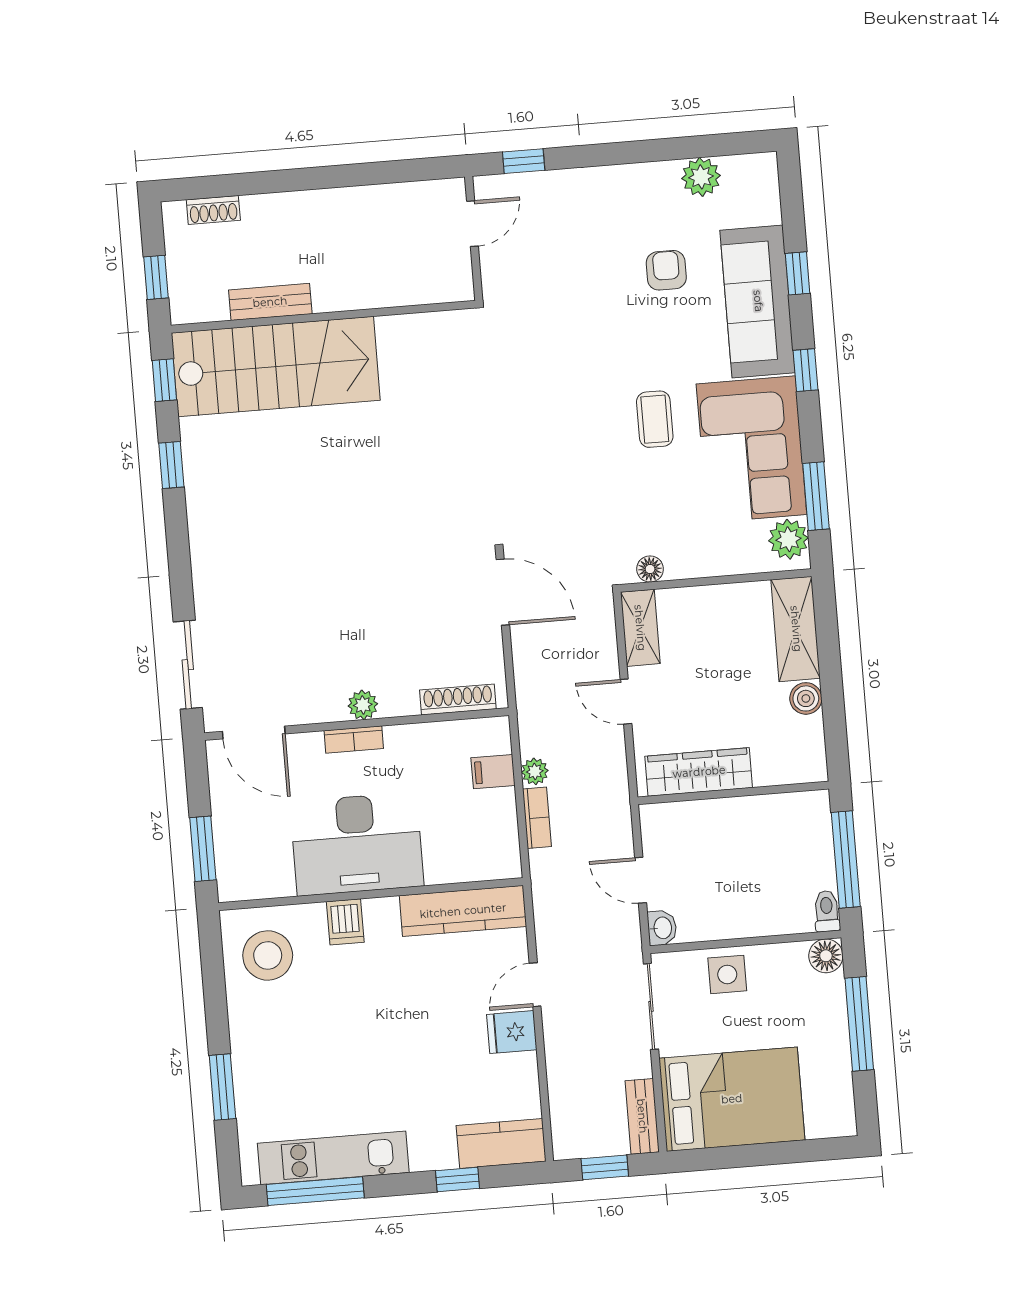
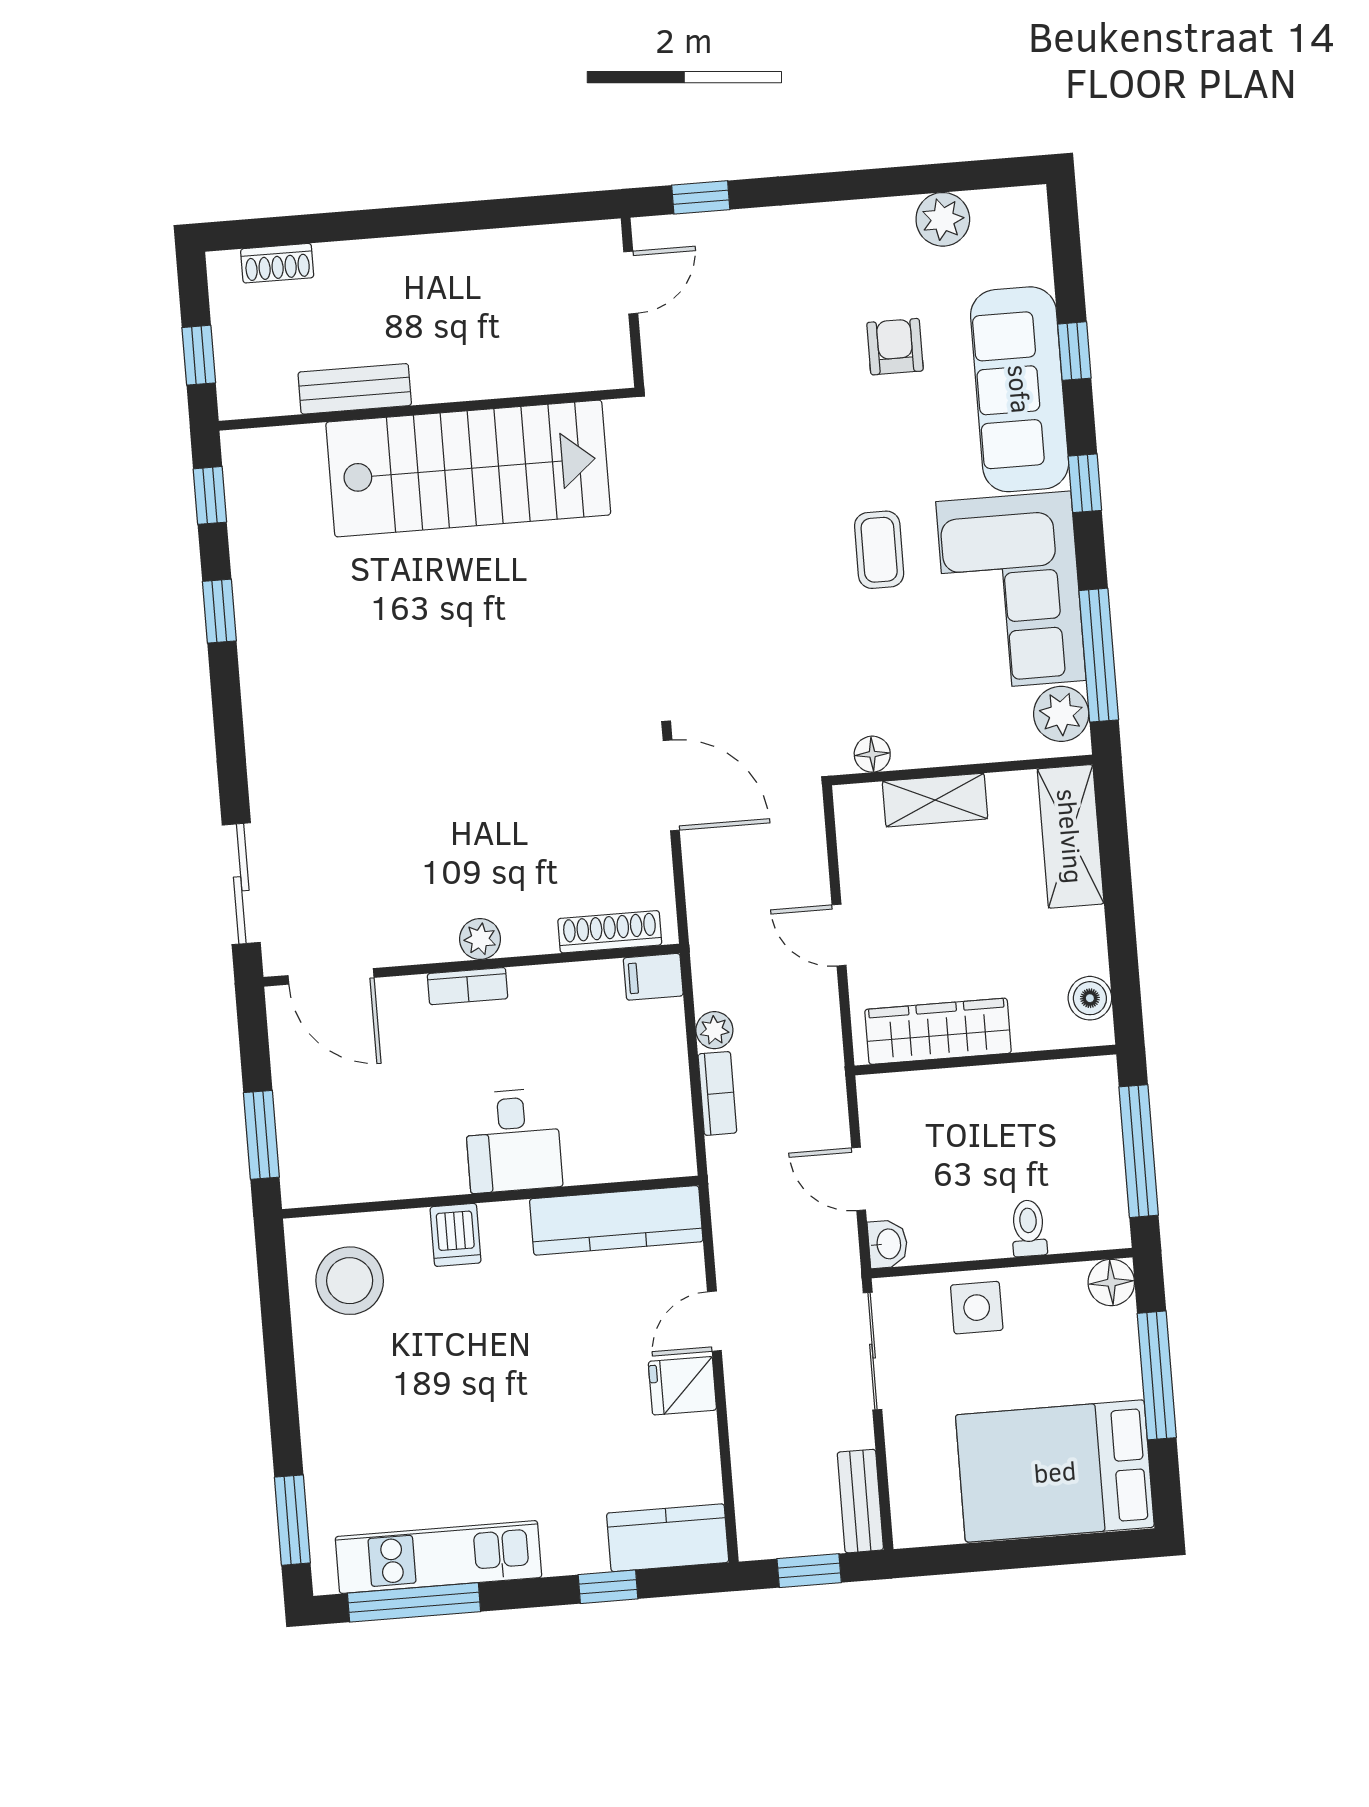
stairs: (276, 367) -> (468, 468), moved
window: (816, 496) -> (1099, 655), width x1.44
shelving: (640, 628) -> (935, 800), moved, turned 90
boiler: (806, 698) -> (1090, 998), moved
filing cabinet: (493, 772) -> (653, 977), moved
desk: (357, 844) -> (513, 1140), width x0.53, depth x0.77
toilet: (827, 911) -> (1029, 1228), moved
window: (222, 1087) -> (292, 1520), moved
bed: (732, 1099) -> (1055, 1471), moved, turned 180

